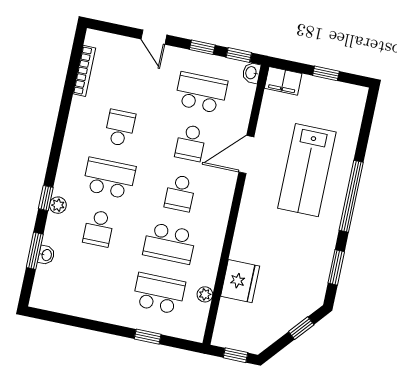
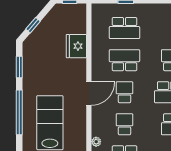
door: (246, 154) -> (89, 94), moved
plant: (205, 294) -> (96, 142), moved

